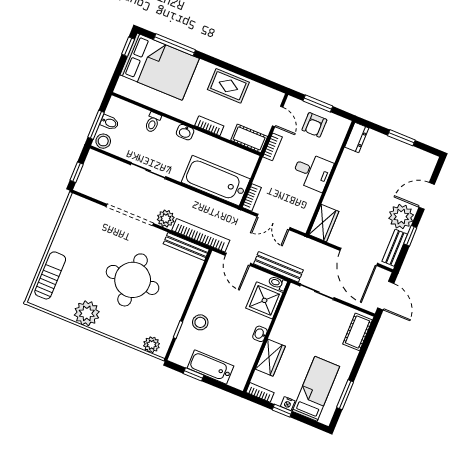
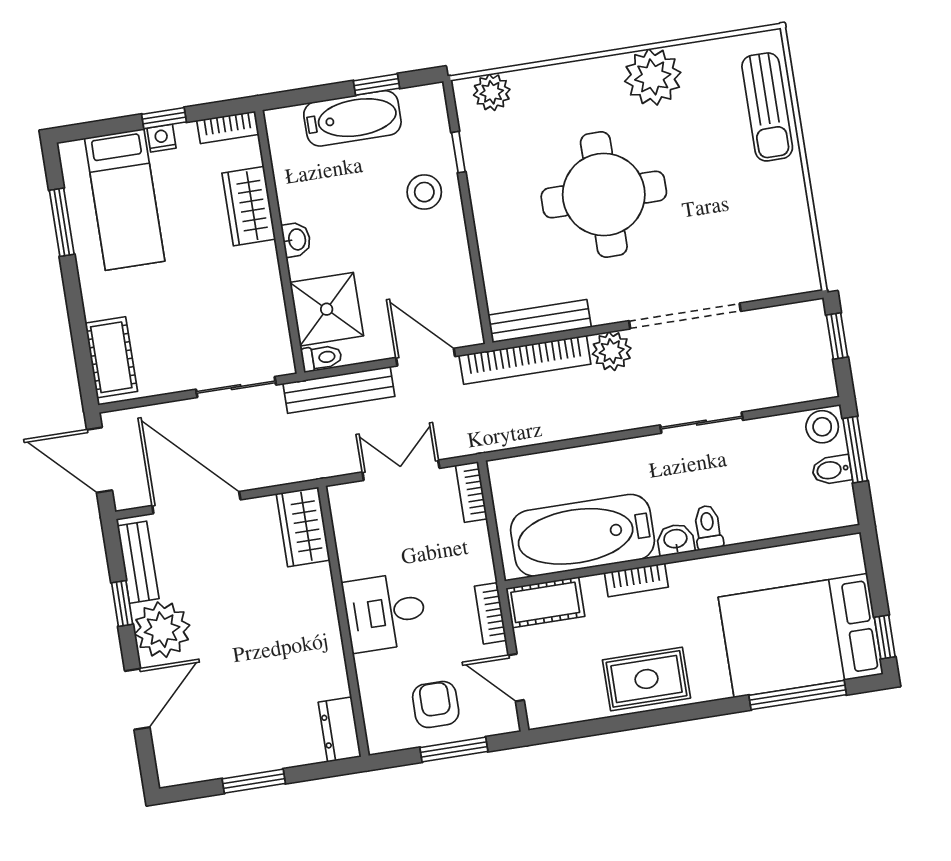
toilet: (153, 122) -> (708, 527), moved
bathtub: (216, 181) -> (583, 535), moved, turned 180

